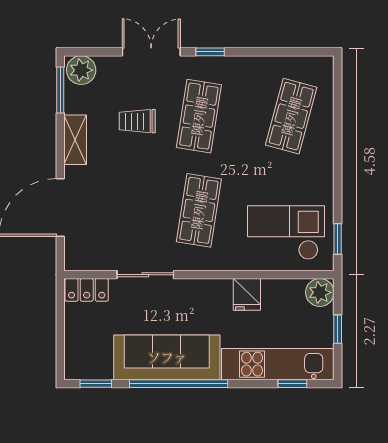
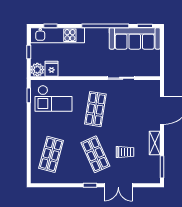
plant: (81, 70) -> (152, 176), removed
shop shelf: (199, 116) -> (95, 154), turned -33
locker: (87, 290) -> (149, 71), removed
fridge: (247, 294) -> (52, 69), moved
sofa: (167, 357) -> (135, 38), moved

